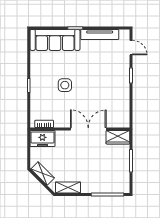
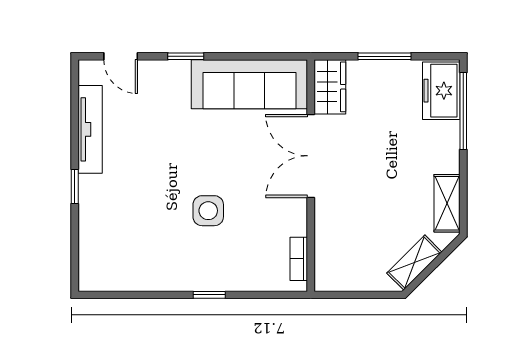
sofa: (55, 40) -> (249, 84), moved, turned 90
door: (131, 48) -> (121, 56), swing flipped
freezer: (42, 139) -> (441, 91), moved, turned 180

